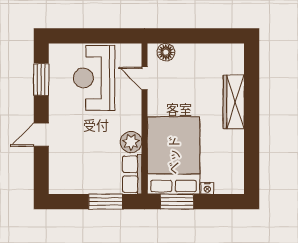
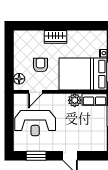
armchair: (188, 87) -> (40, 65), added
wardrobe: (234, 102) -> (55, 37), width x0.67

